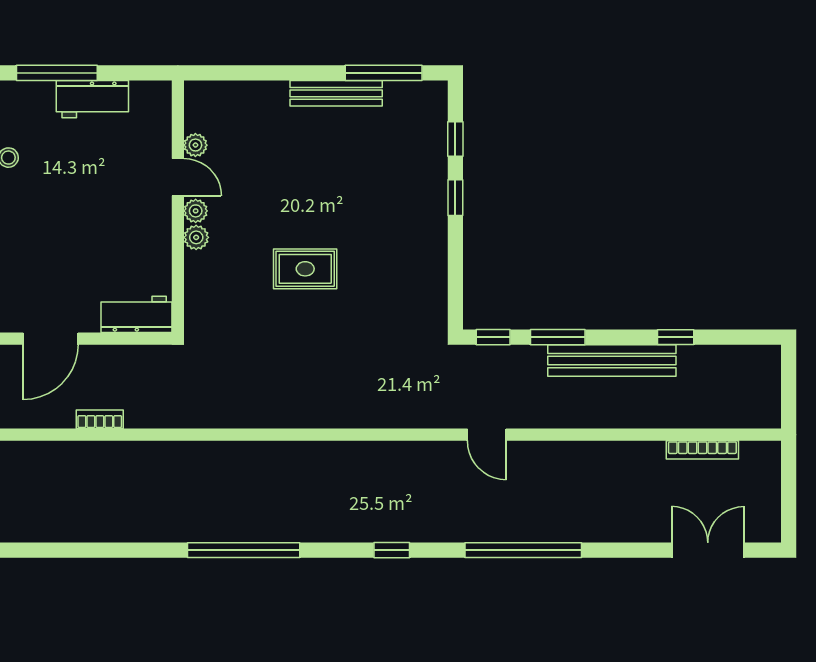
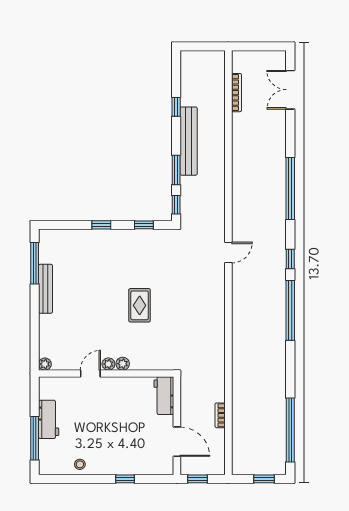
window: (455, 139) -> (144, 225), moved
plant: (195, 145) -> (45, 364), moved
door: (487, 435) -> (228, 253), moved
window: (72, 550) -> (290, 430), added
window: (244, 550) -> (290, 310), moved

